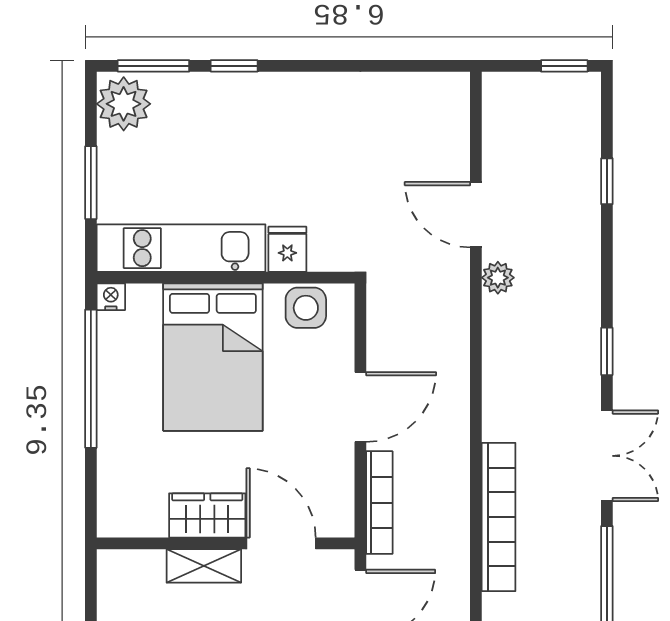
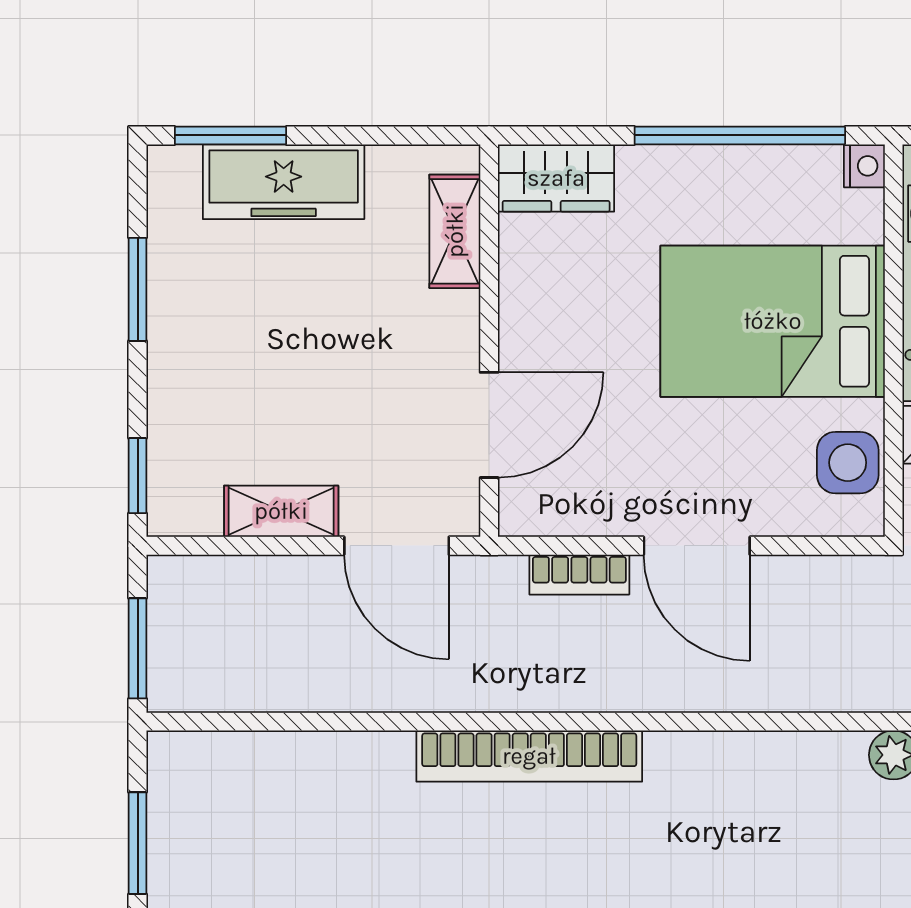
bookcase: (379, 503) -> (579, 575), width x0.64
wardrobe: (207, 515) -> (556, 178), moved, turned 90
shelving: (204, 566) -> (455, 231), moved

